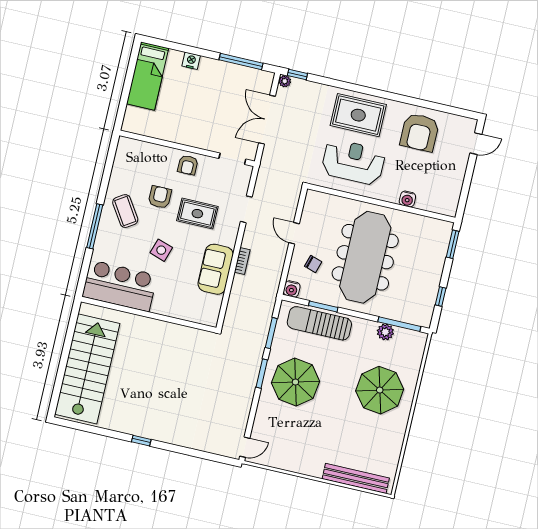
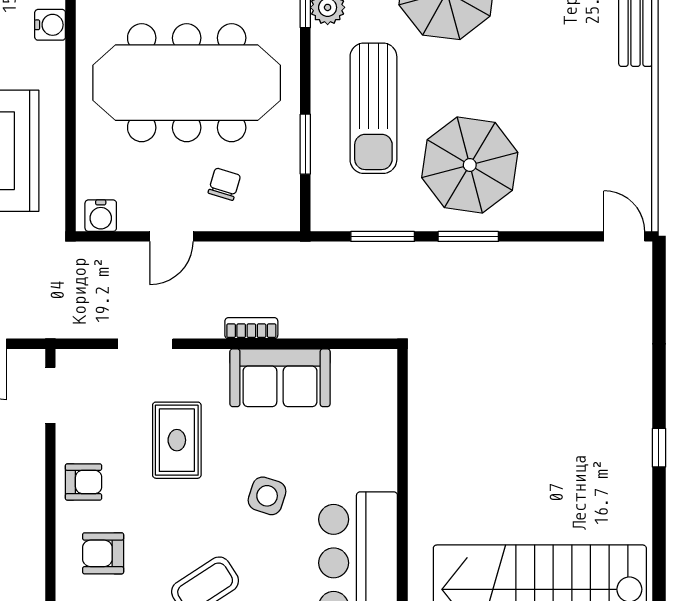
armchair: (160, 197) -> (103, 553), moved
water cooler: (292, 289) -> (101, 216), moved, turned 90
sun lounger: (319, 323) -> (373, 108), moved

